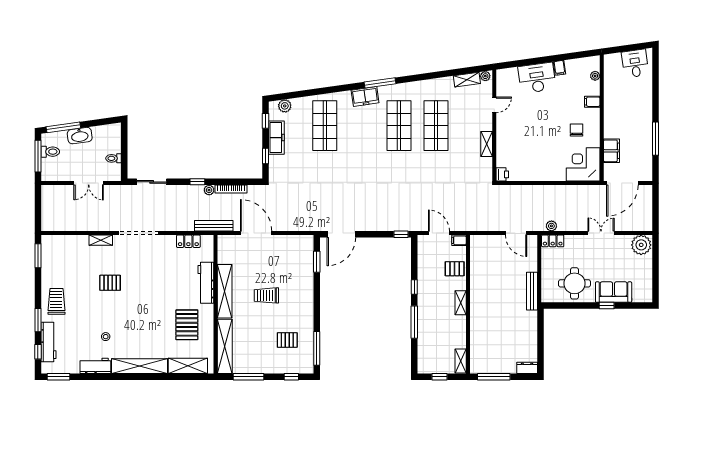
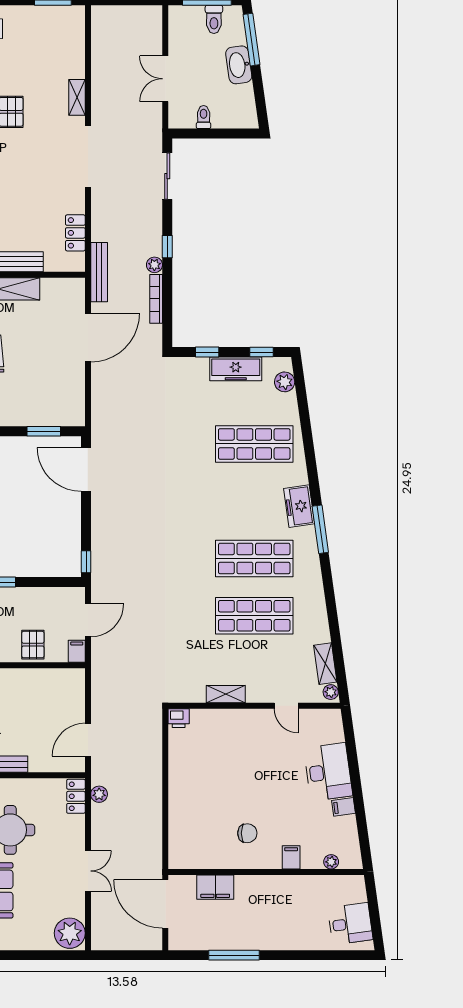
corner desk: (583, 164) -> (194, 843), removed

